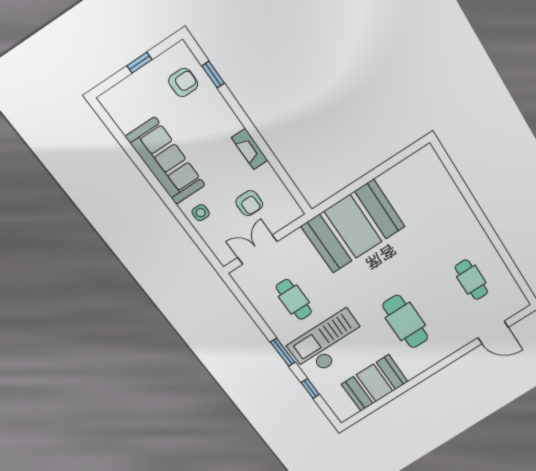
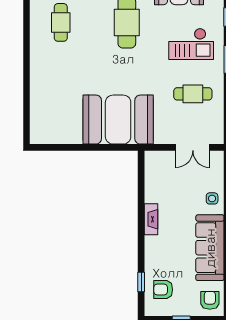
armchair: (249, 203) -> (210, 300), moved
cafe table: (294, 300) -> (193, 94), turned 90
checkout: (328, 343) -> (191, 44), width x0.73, depth x0.83

